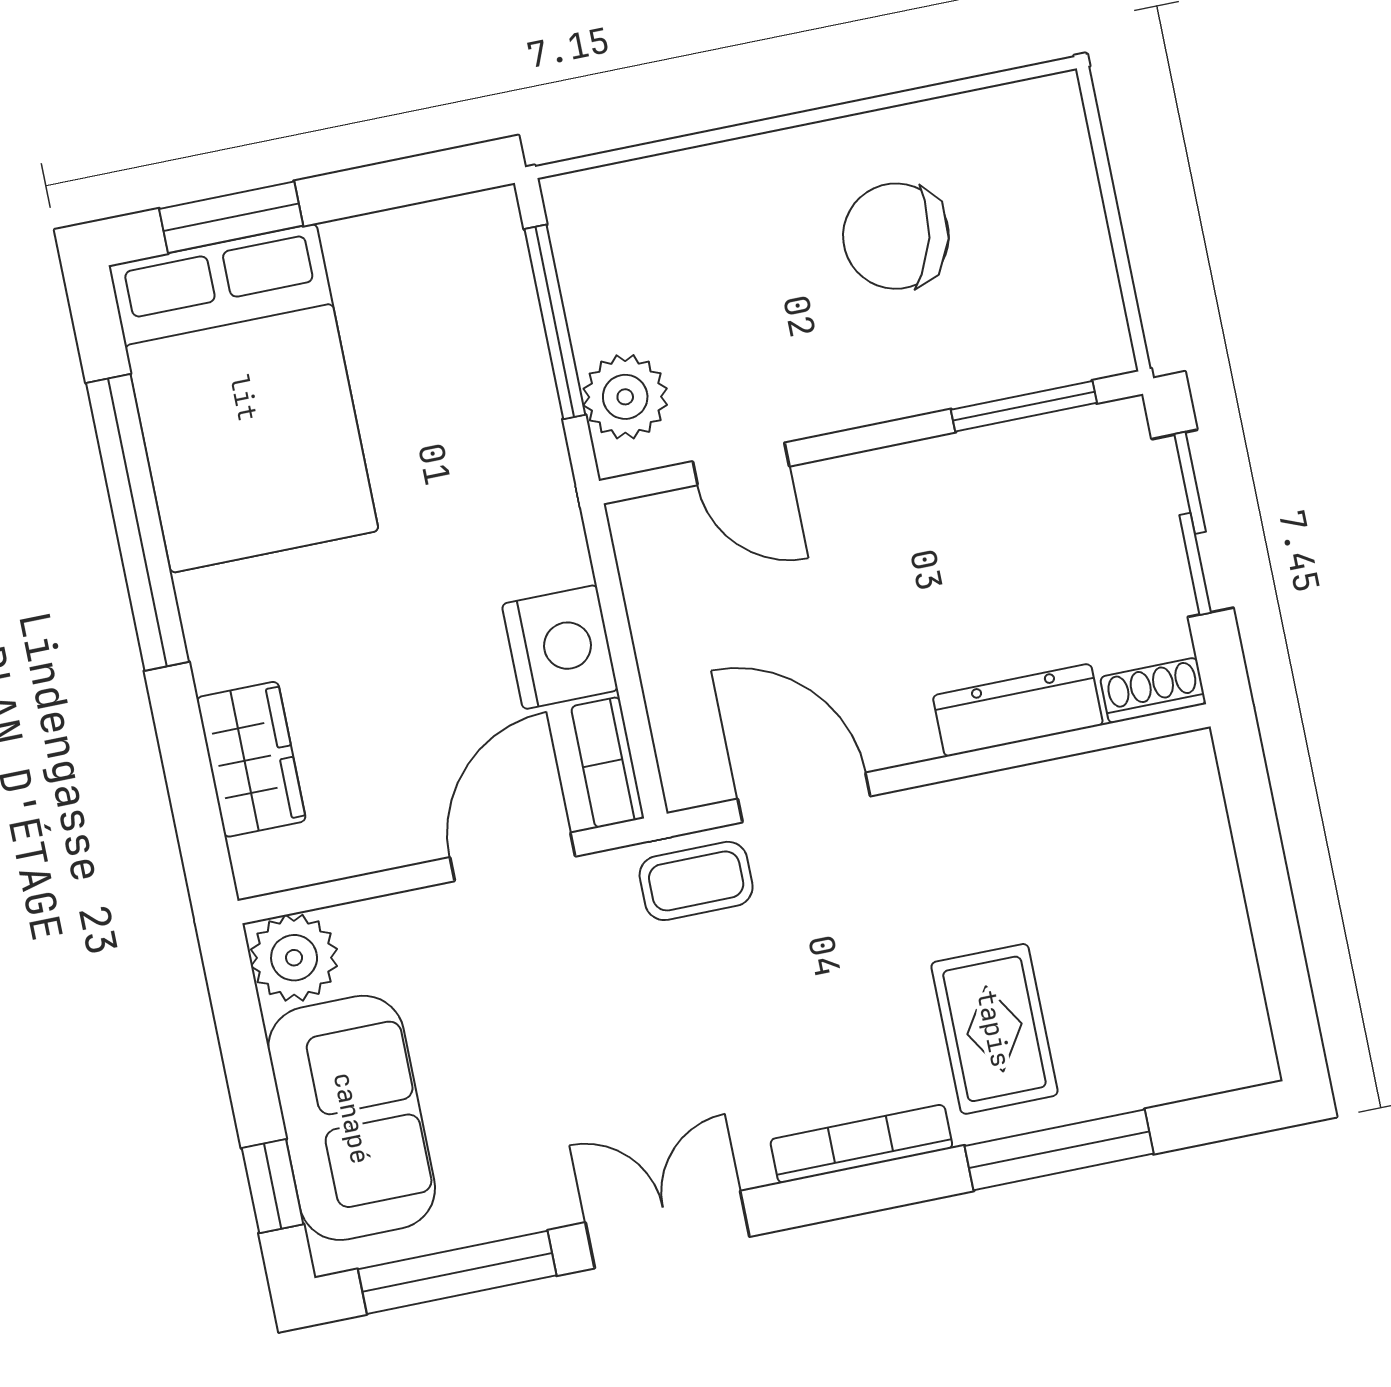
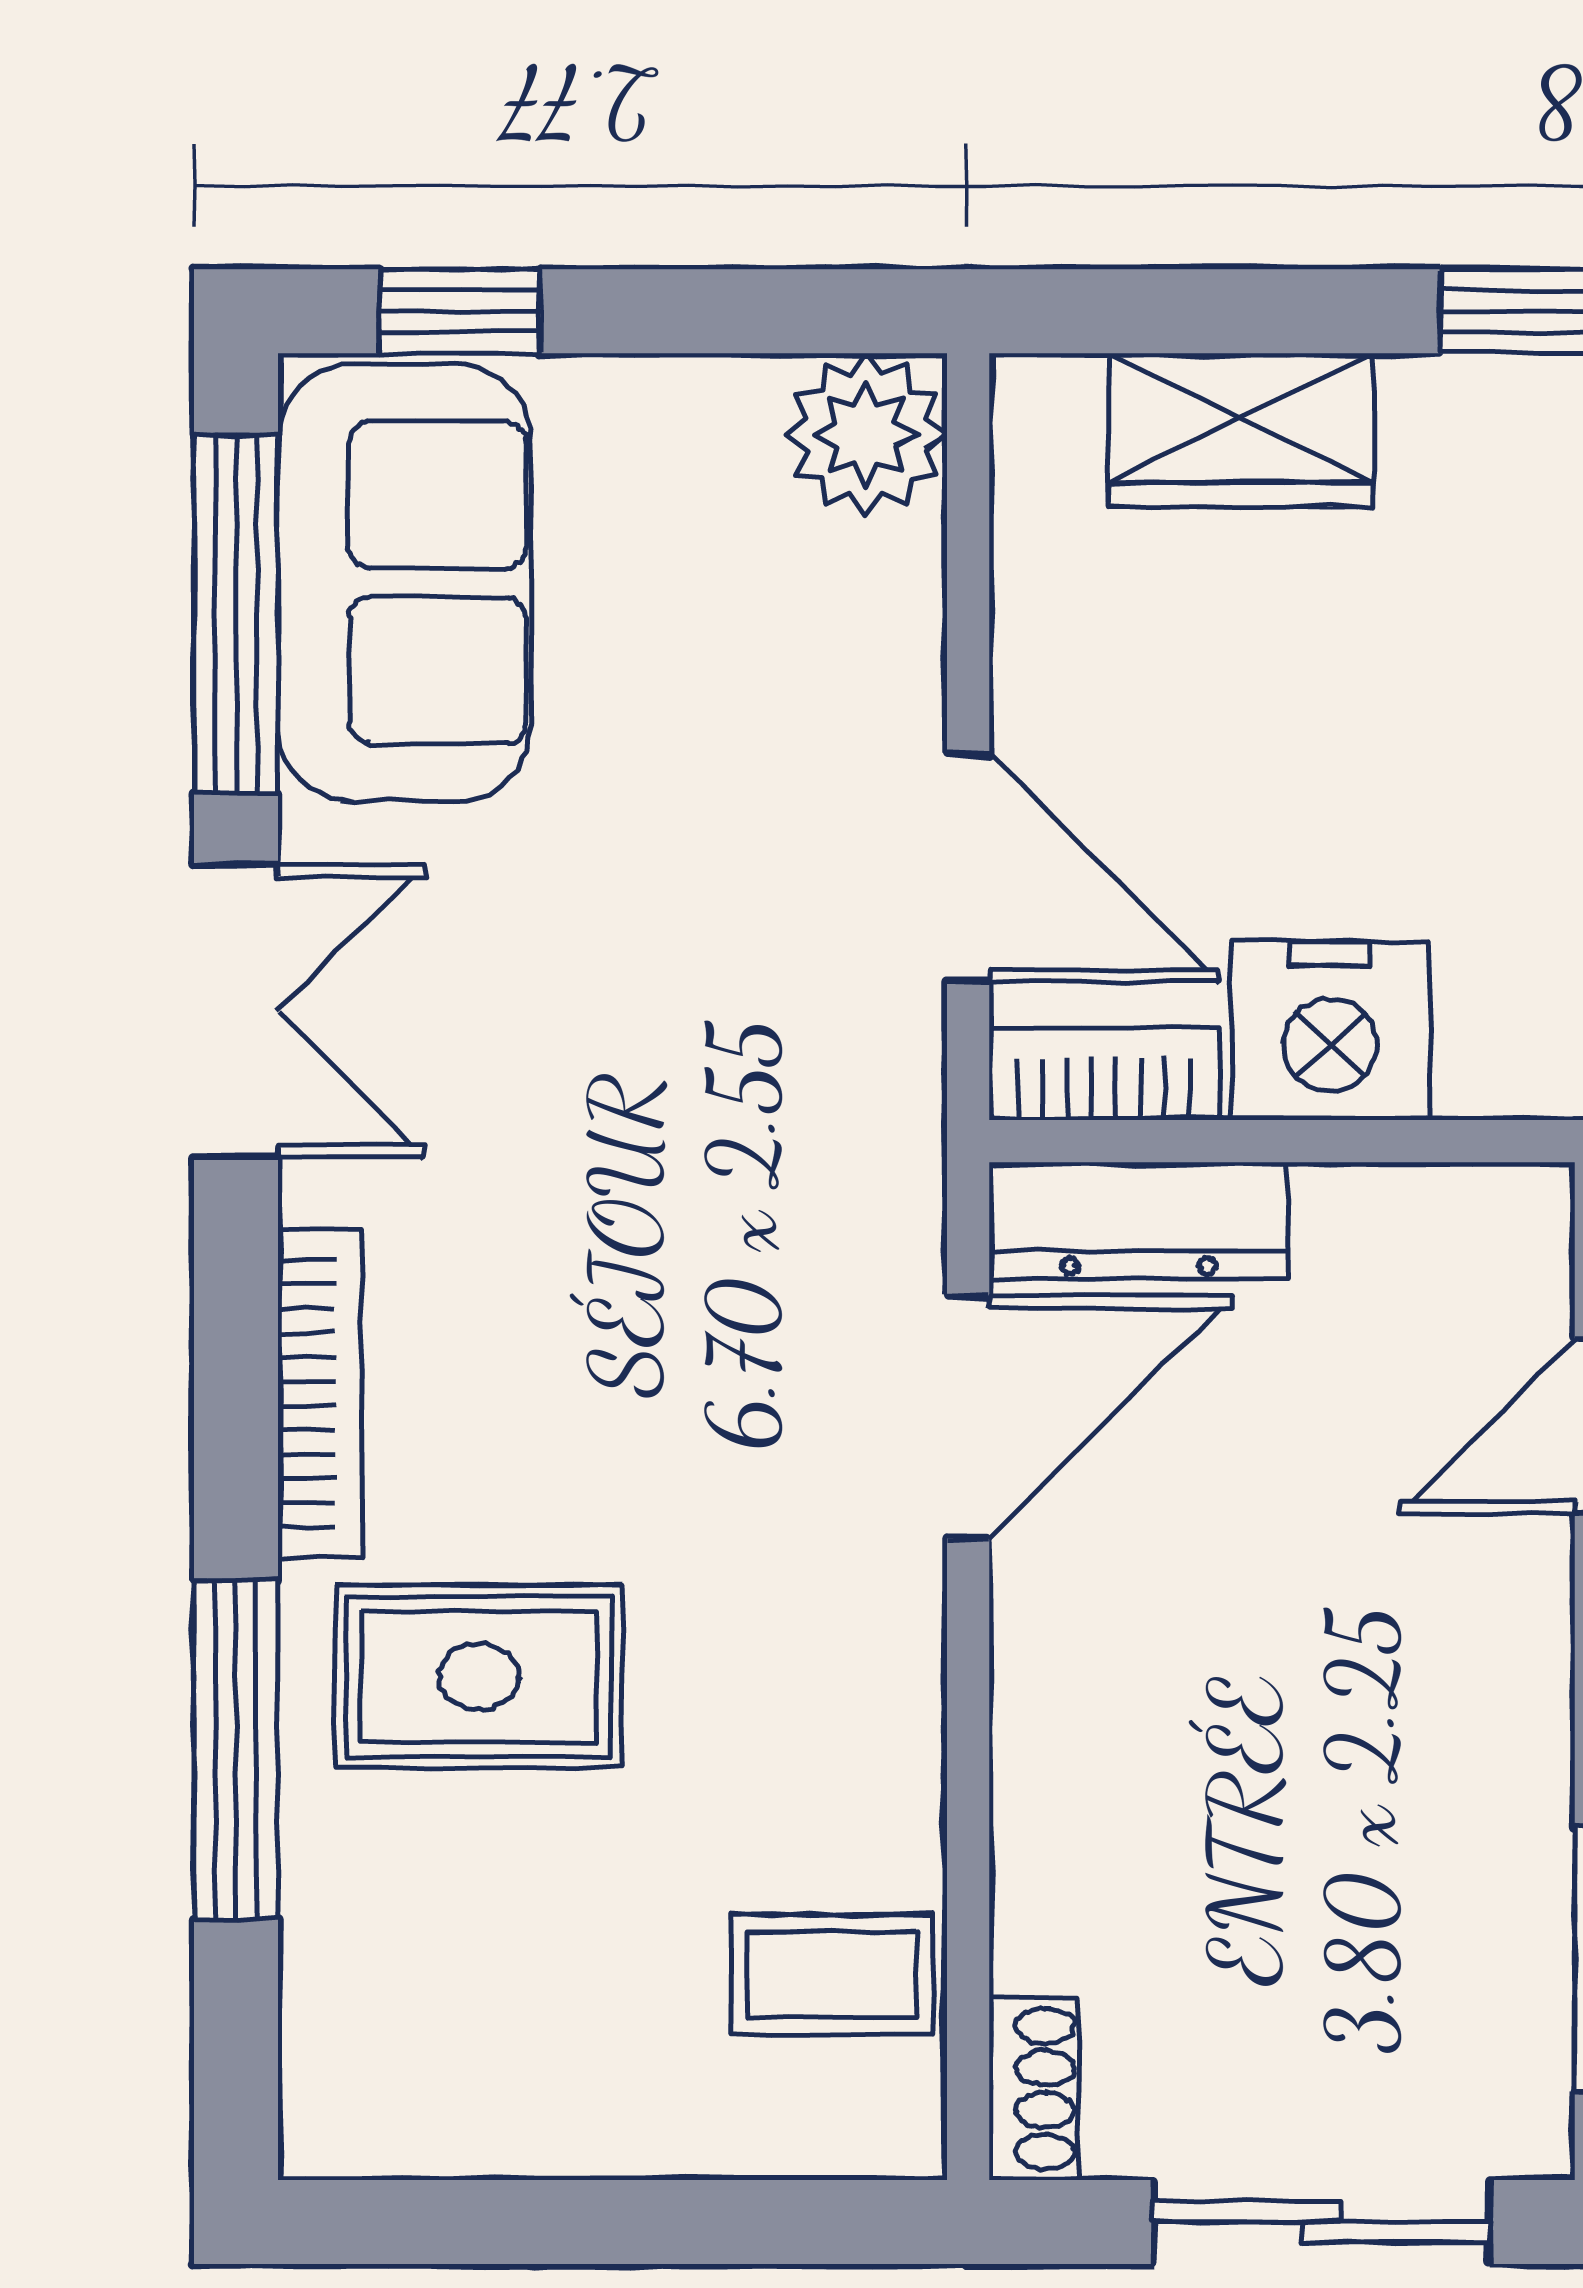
dresser: (1018, 710) -> (1138, 1221), moved, turned 90
coffee table: (696, 881) -> (832, 1974), moved, turned 90
sofa: (352, 1118) -> (404, 583), moved, turned -90

